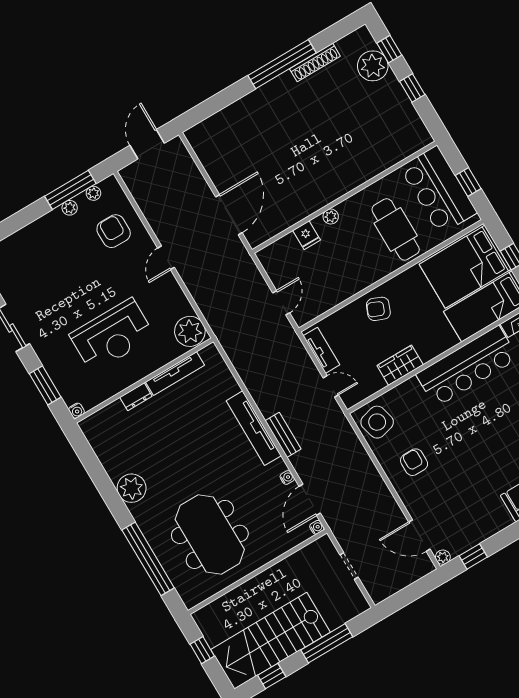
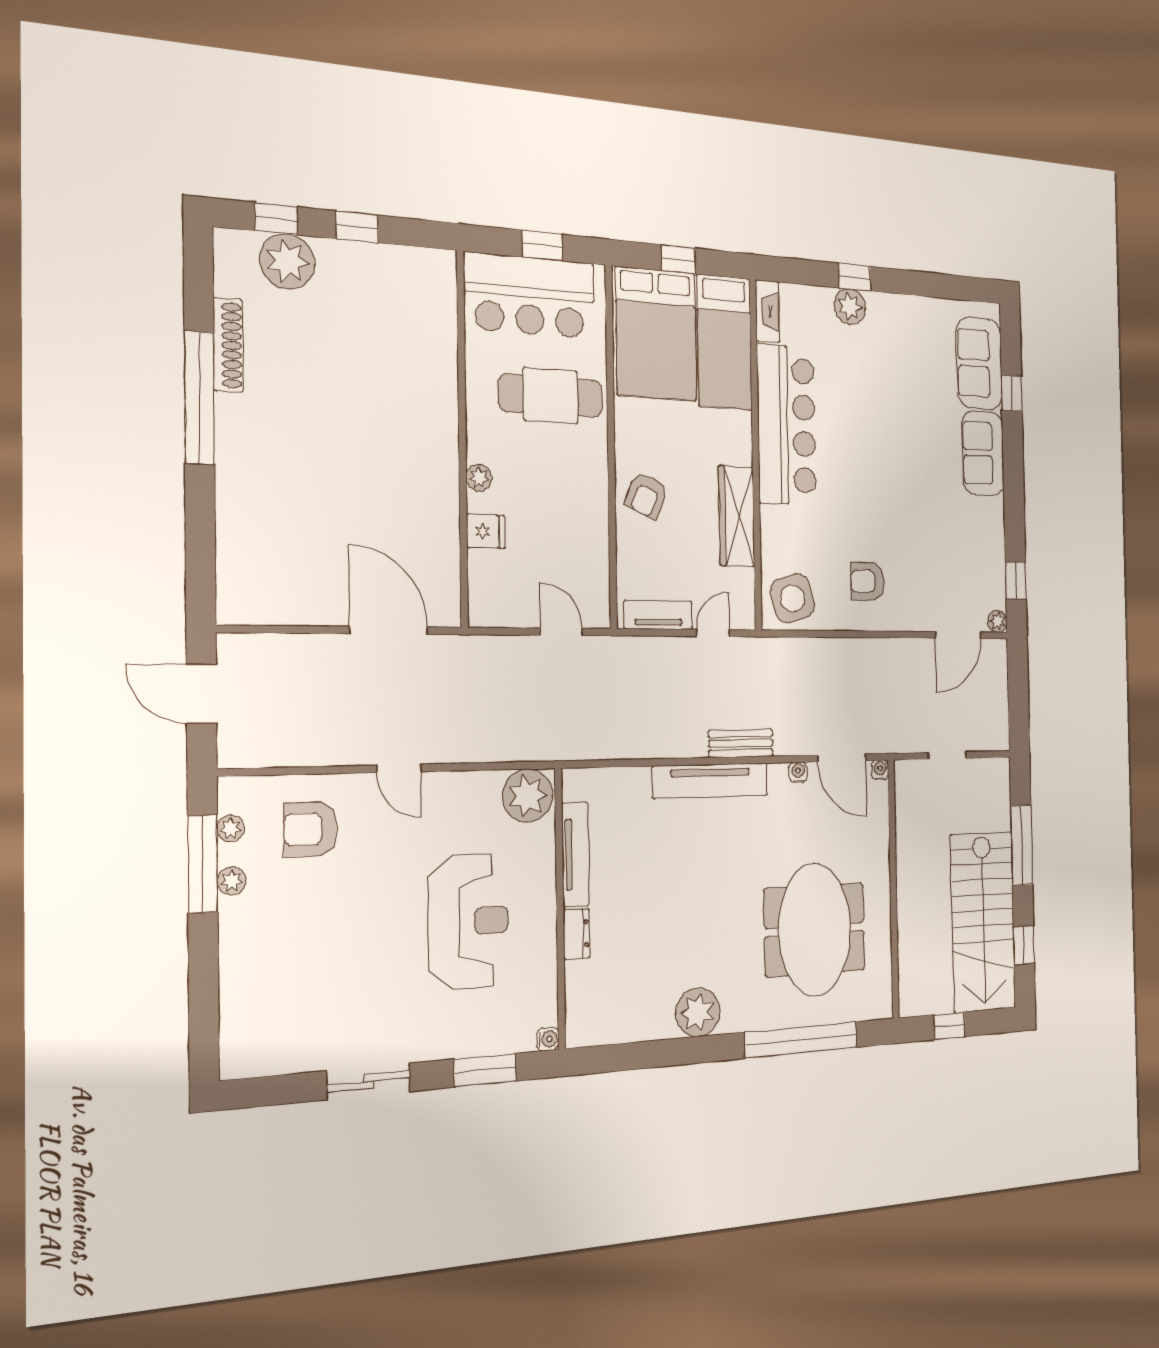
wardrobe: (400, 365) -> (737, 516), width x1.50
meeting table: (210, 534) -> (815, 930), turned 90

